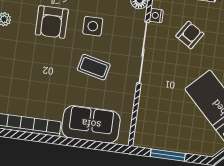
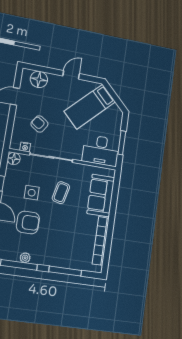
desk: (155, 124) -> (101, 150), added

